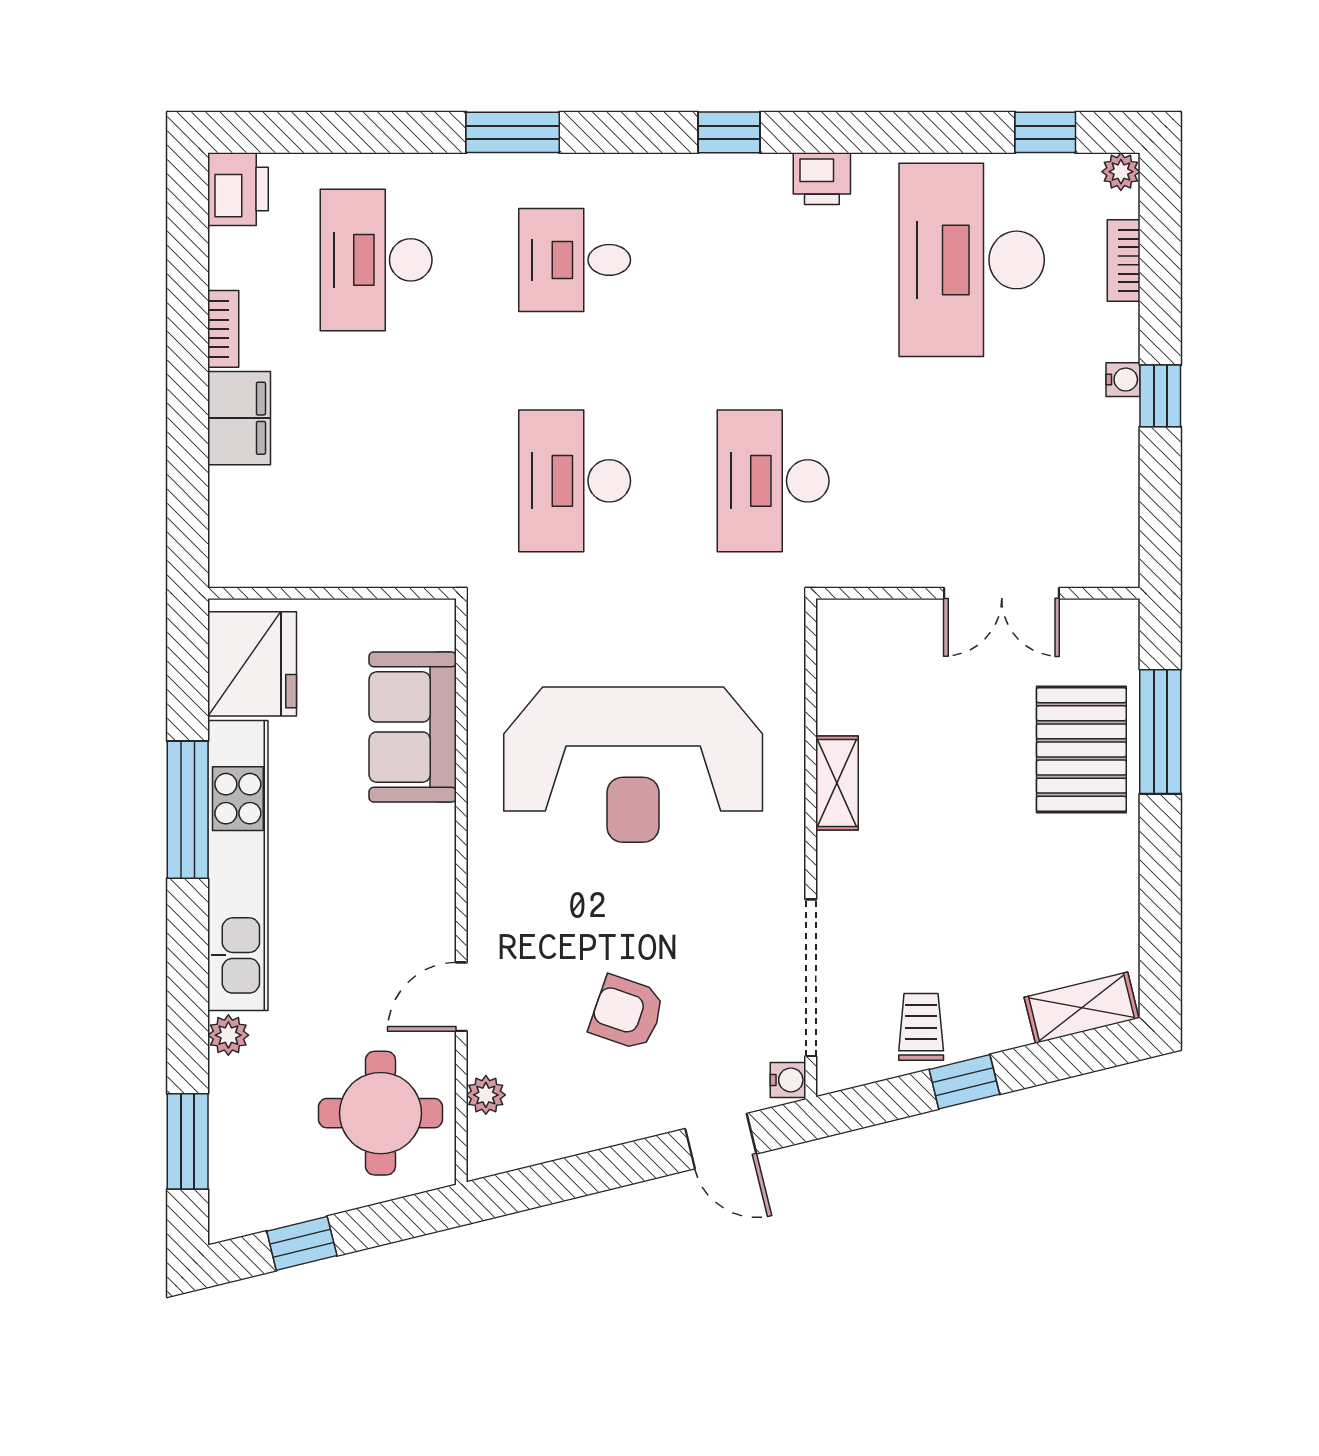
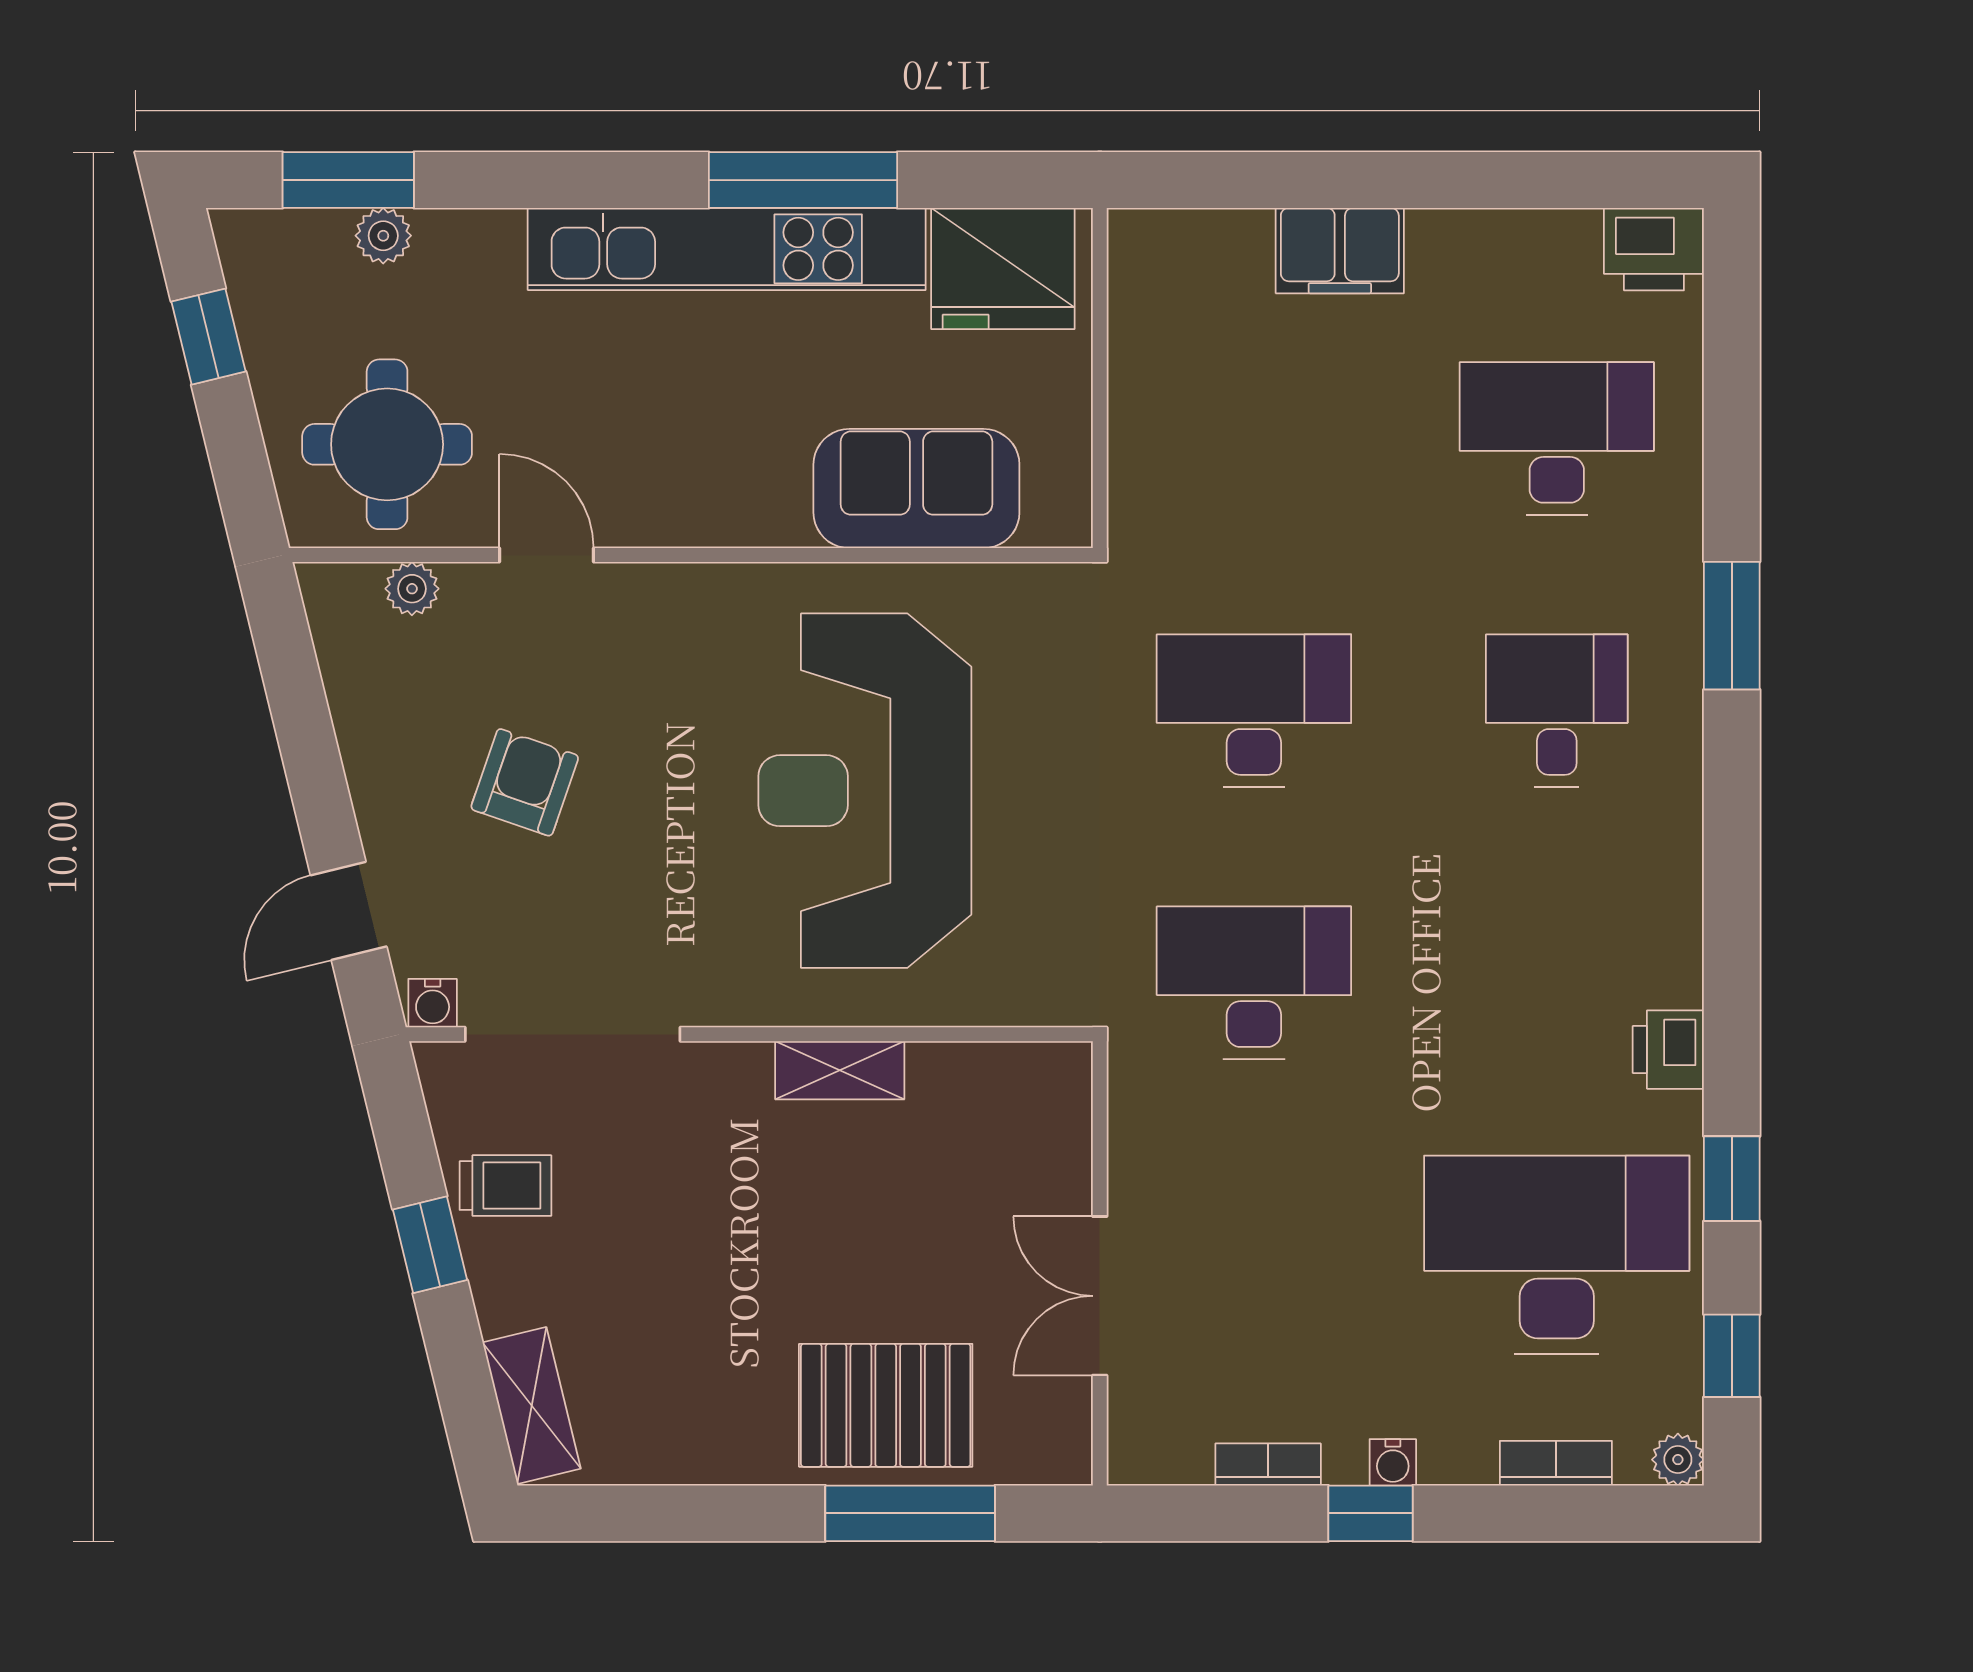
window: (729, 132) -> (1732, 1179), moved
bookcase: (223, 329) -> (1268, 1465), moved, turned 180
plant: (228, 1035) -> (383, 236), moved

